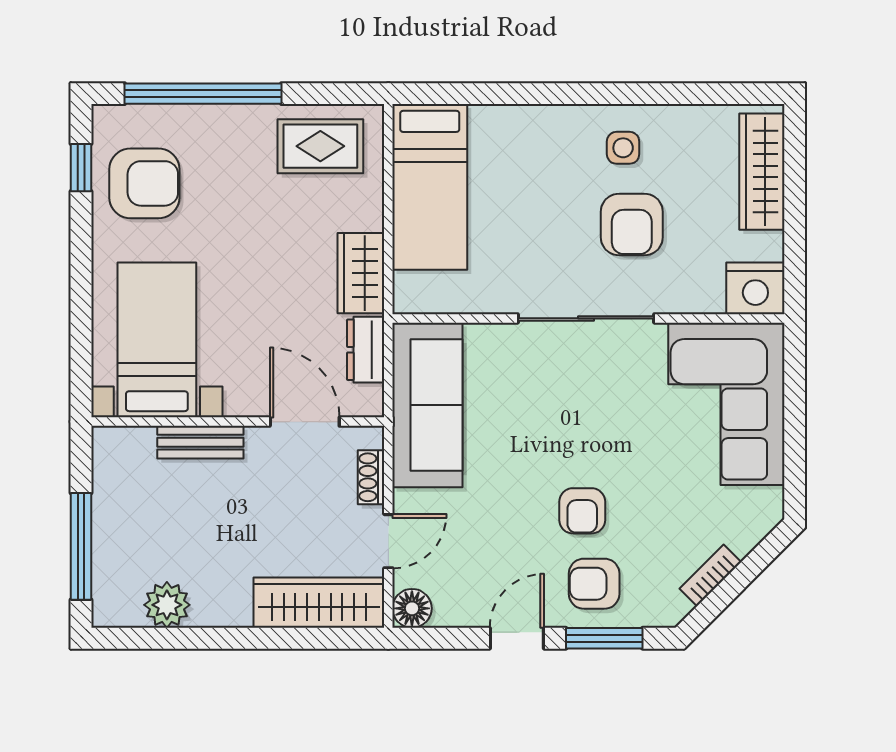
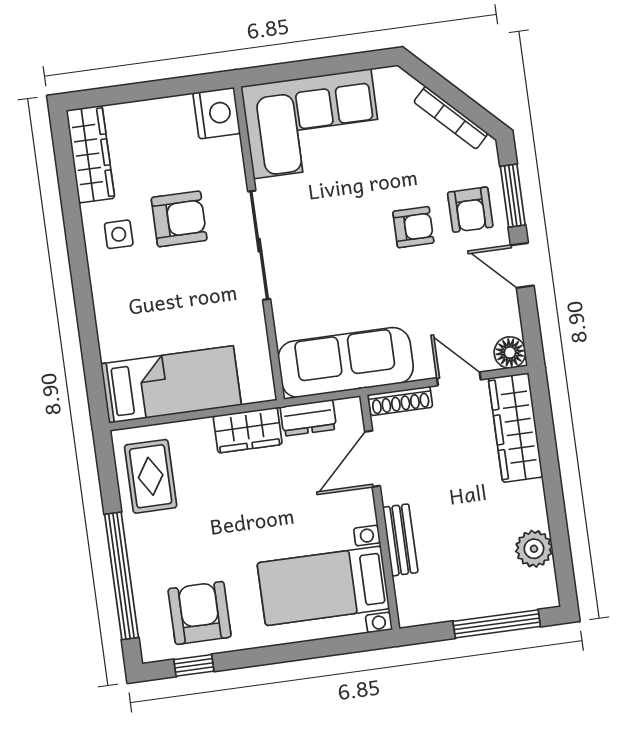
wardrobe: (762, 172) -> (90, 154), moved, turned -90
shoe rack: (371, 477) -> (400, 401), width x1.43
bookcase: (710, 575) -> (451, 118), width x1.56

